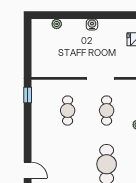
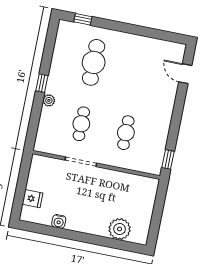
plant: (57, 24) -> (120, 229), width x1.87, depth x1.87
water cooler: (92, 25) -> (59, 221), moved

